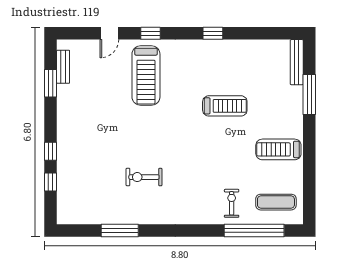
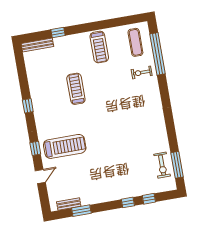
door: (109, 33) -> (40, 176), hinge flipped
window: (309, 94) -> (58, 33), width x0.46
exercise bike: (144, 177) -> (162, 165), moved
window: (120, 230) -> (177, 165), moved

